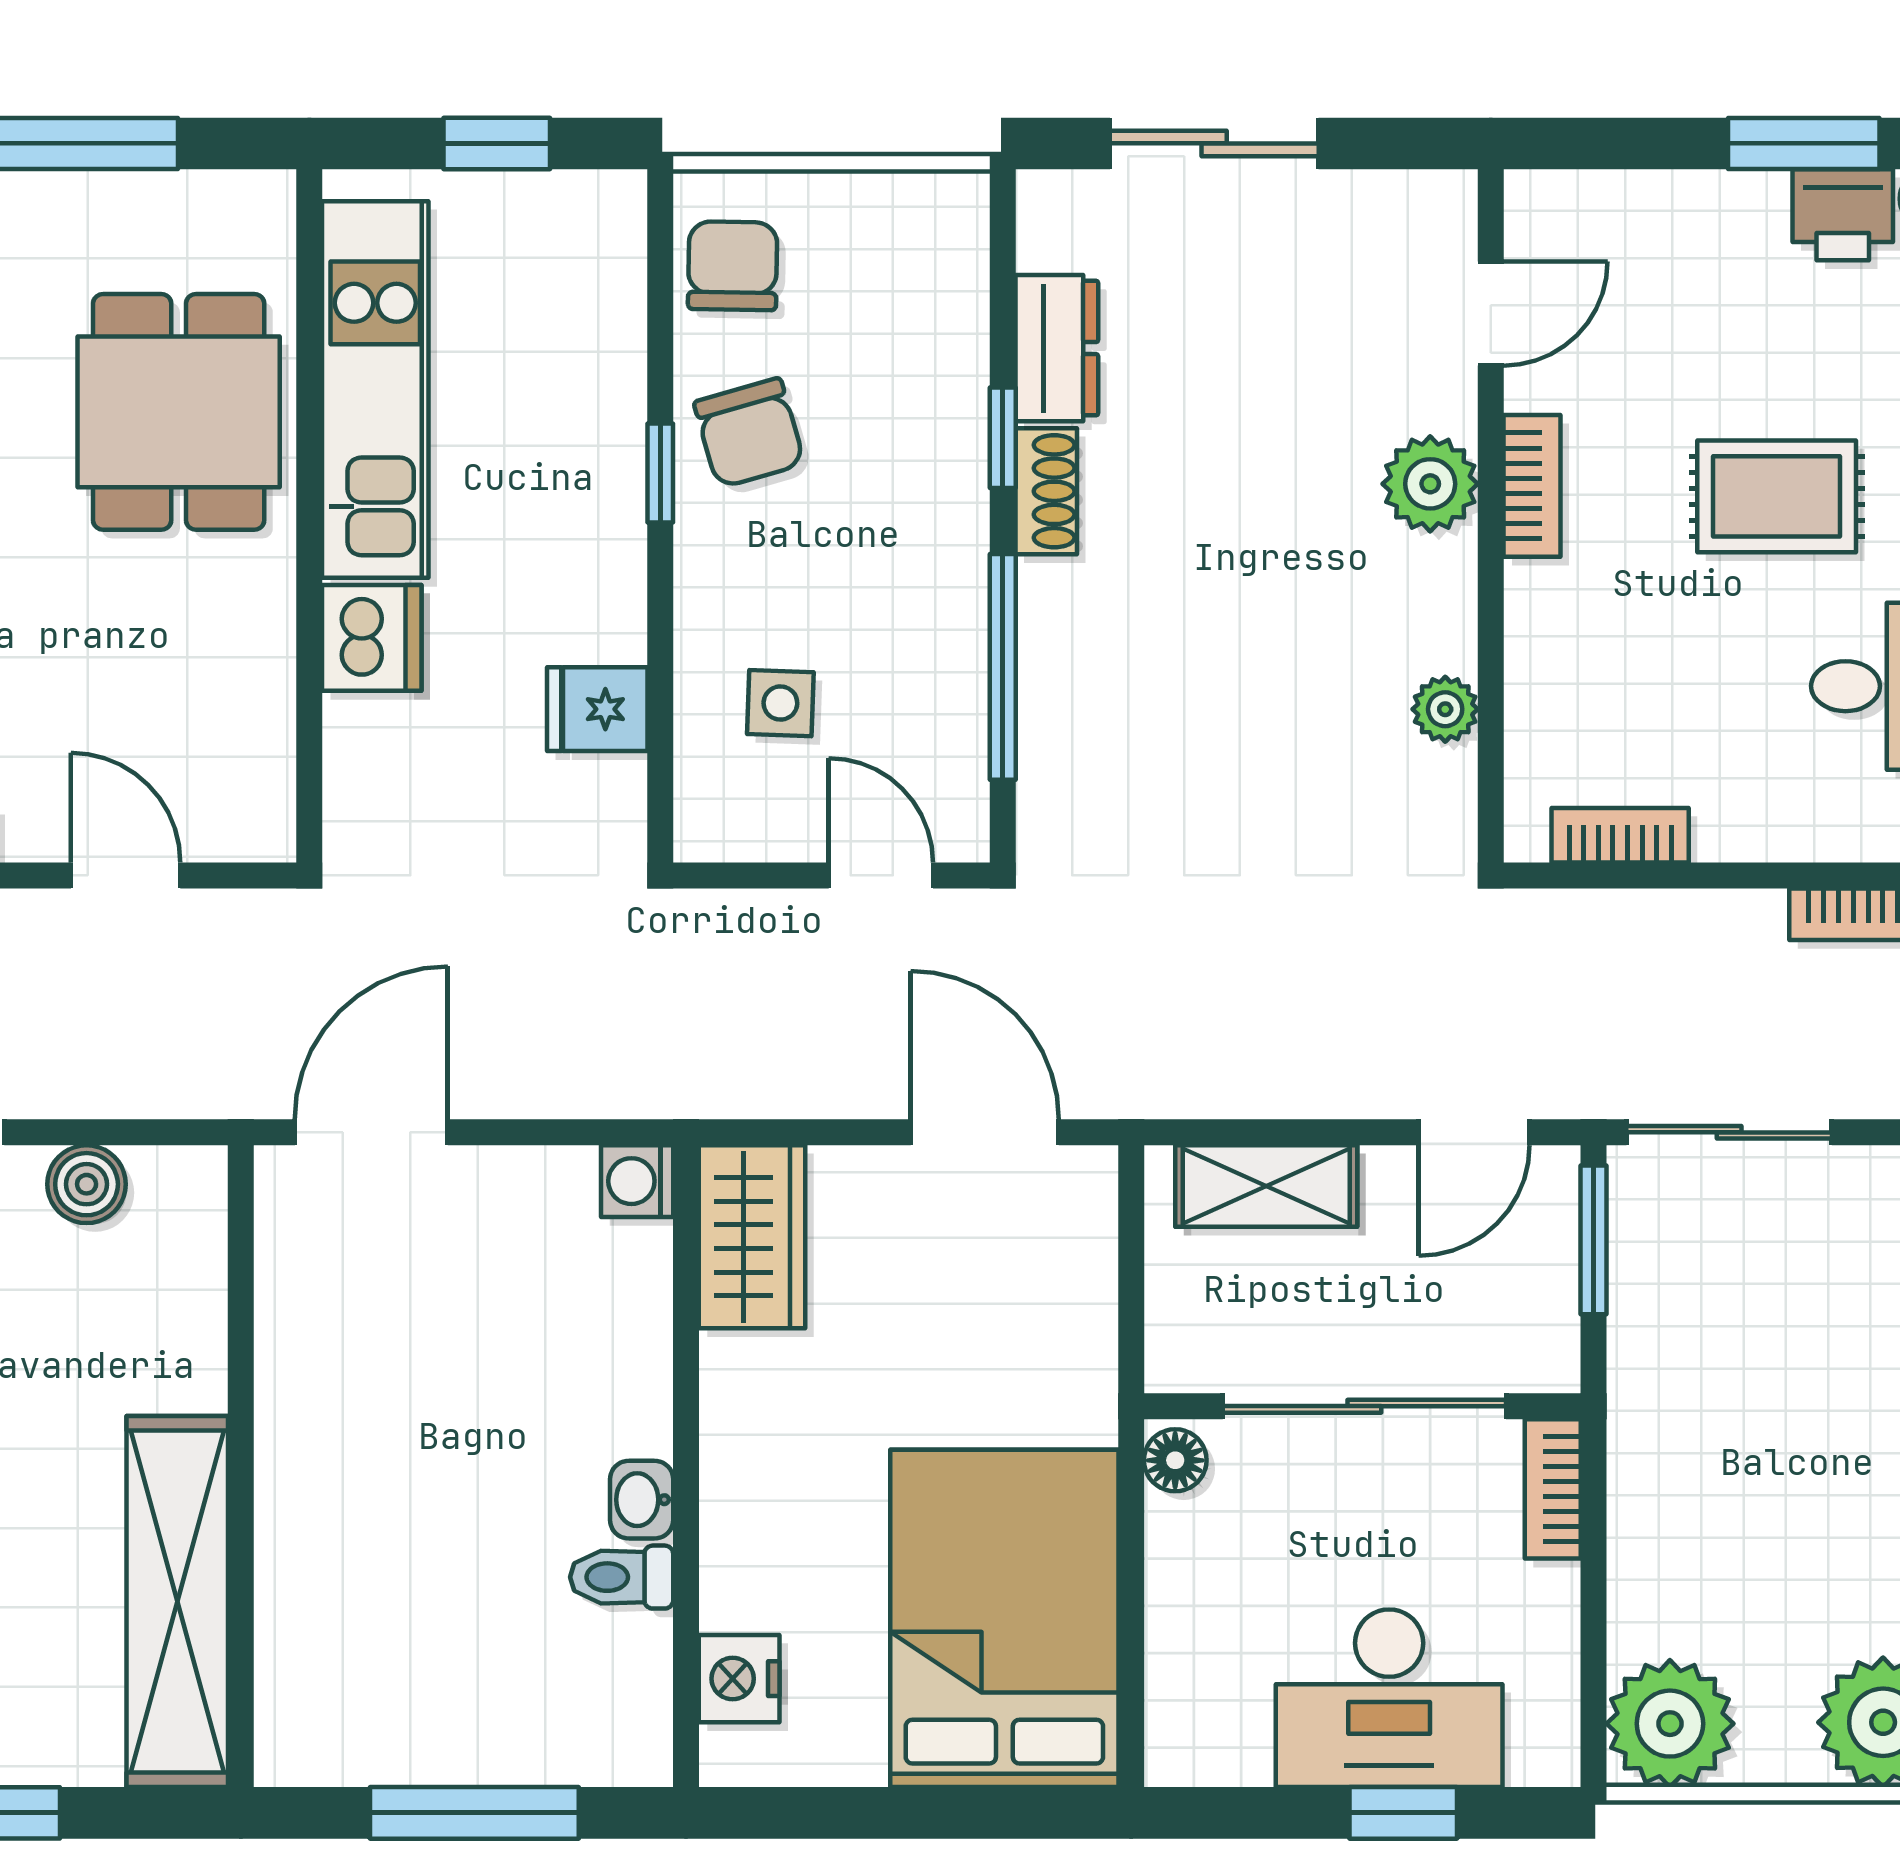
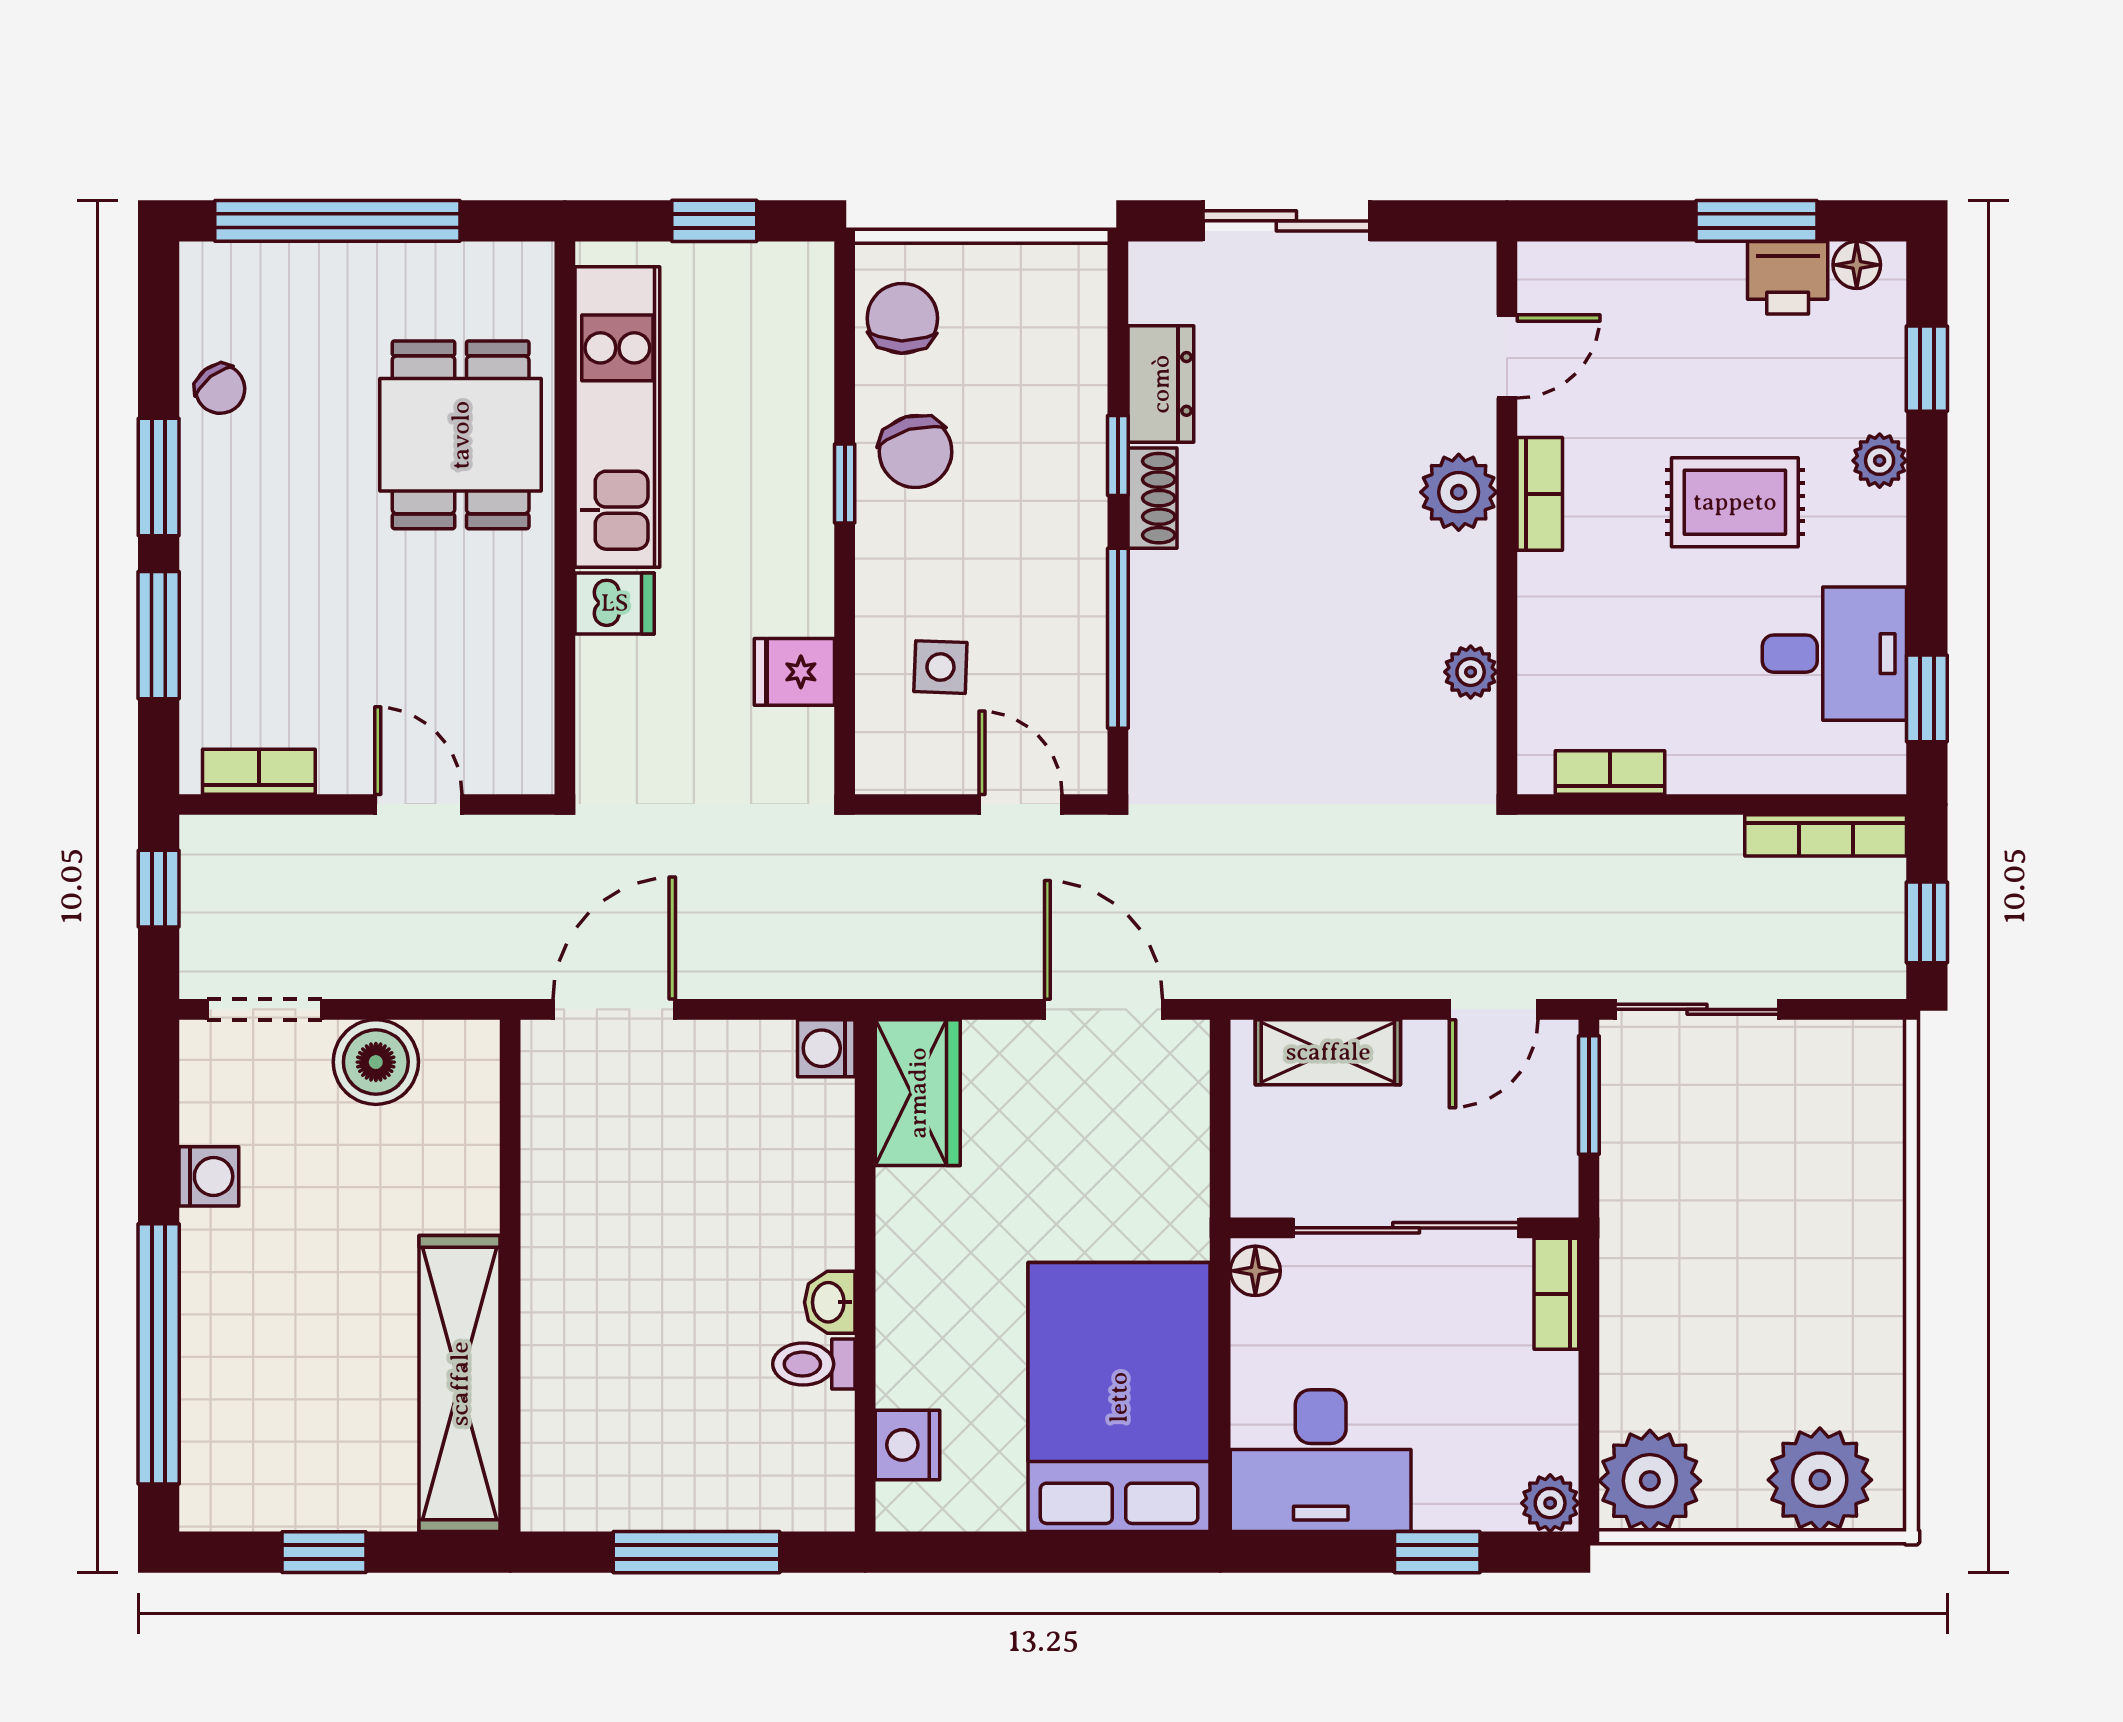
dishwasher: (372, 638) -> (615, 603), width x0.73
boiler: (87, 1184) -> (376, 1062), width x1.36, depth x1.36
desk: (1389, 1698) -> (1321, 1461), moved
plant: (1545, 1751) -> (1550, 1503), added

